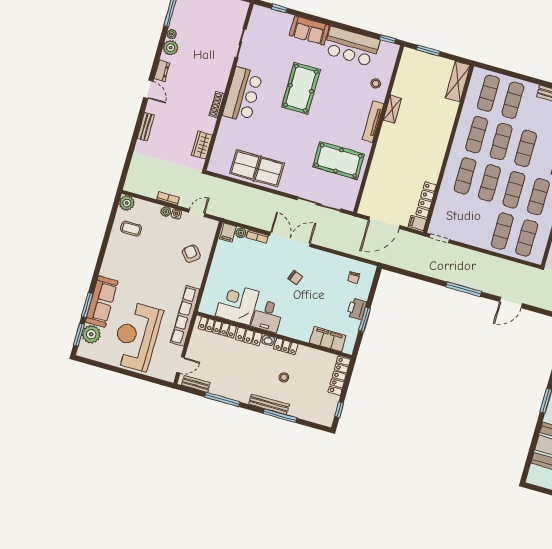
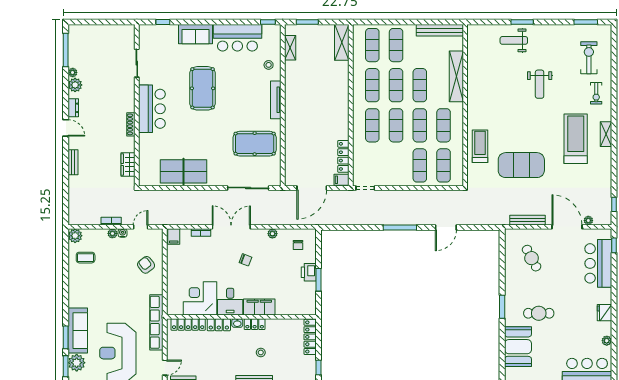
shelving: (392, 109) -> (290, 48), moved
plant: (241, 233) -> (272, 234), moved
filing cabinet: (328, 339) -> (259, 307), moved

